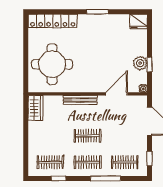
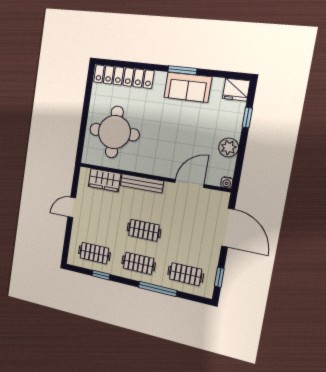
sofa: (104, 24) -> (188, 87), added
window: (149, 65) -> (247, 118), moved
wardrobe: (35, 108) -> (104, 180), moved, turned 90
door: (26, 129) -> (72, 207), added

